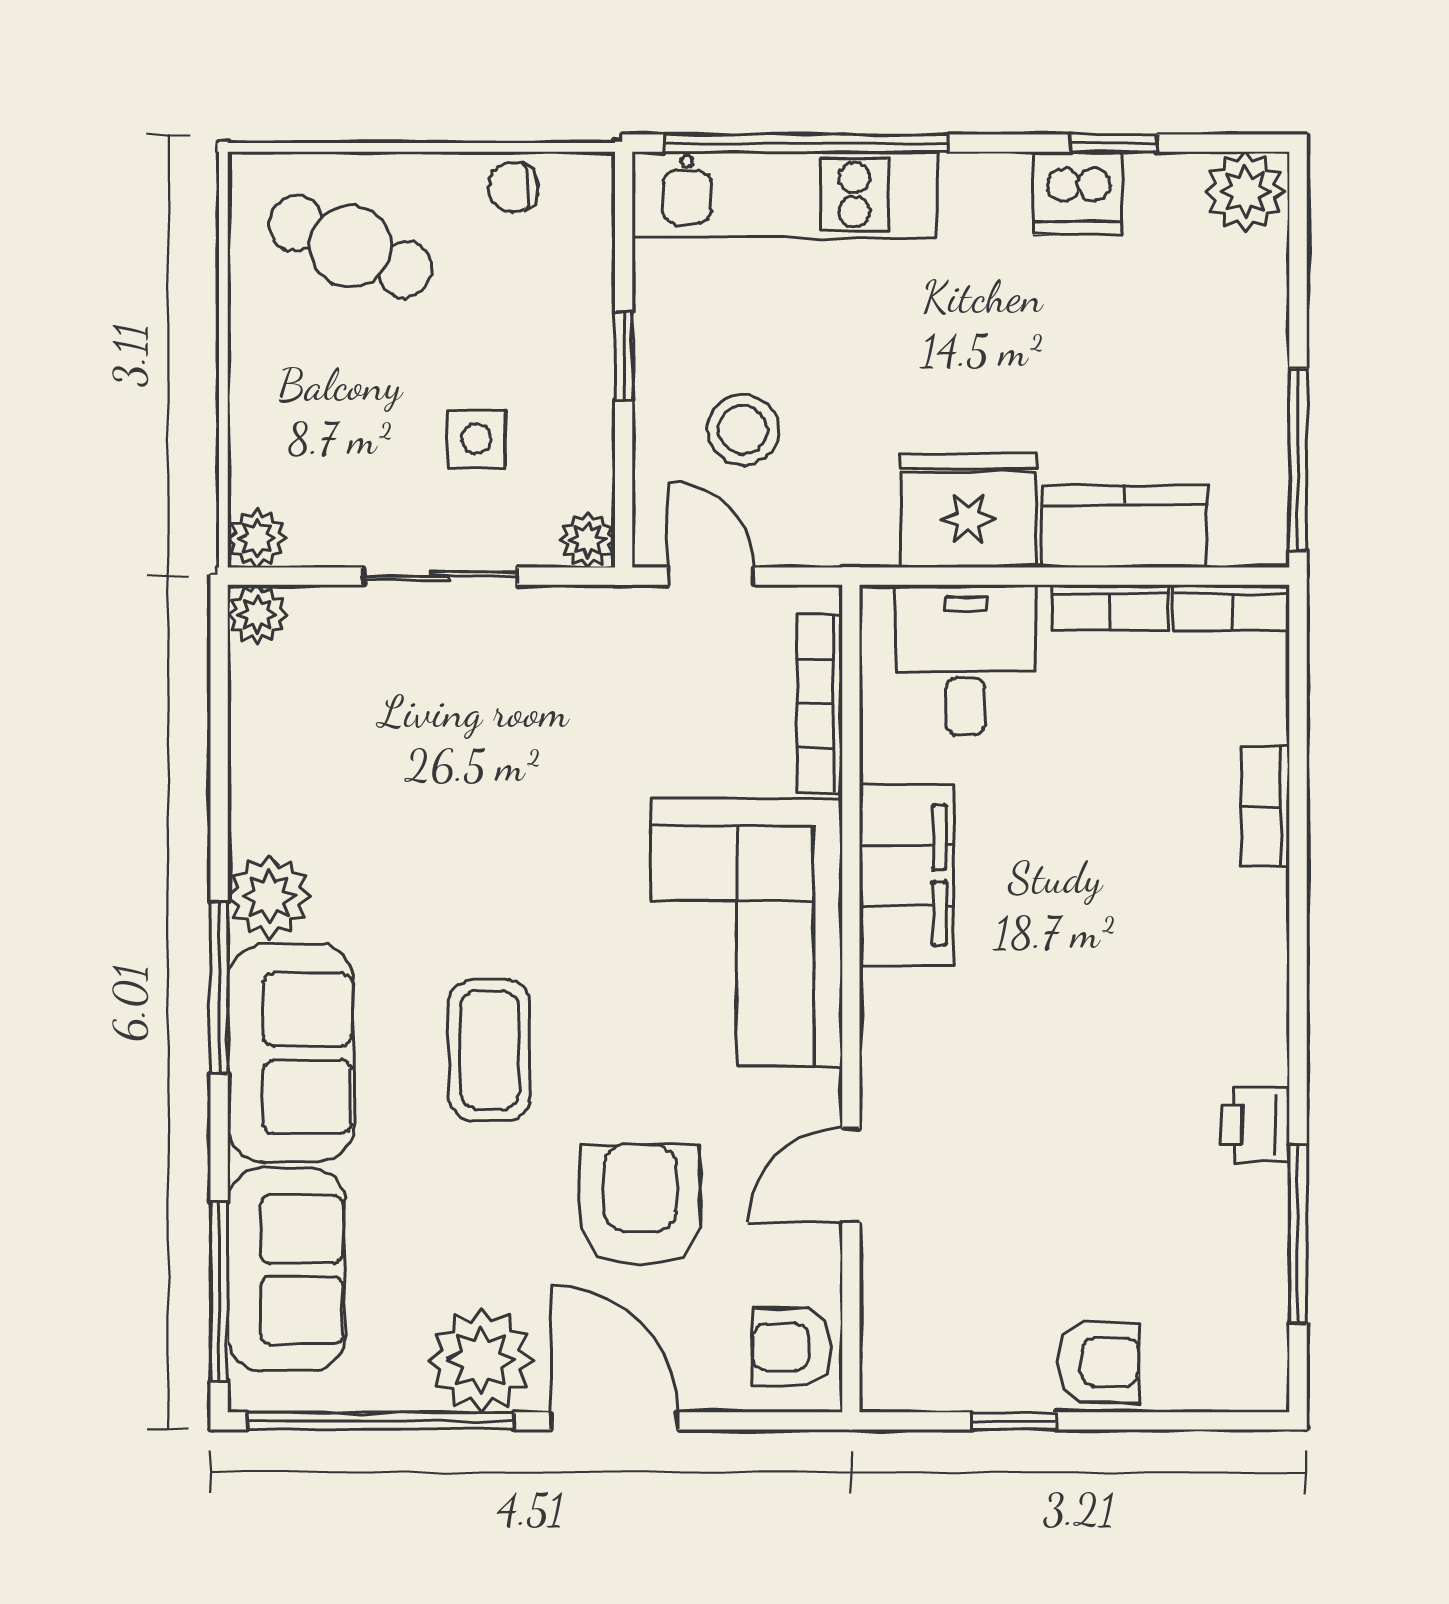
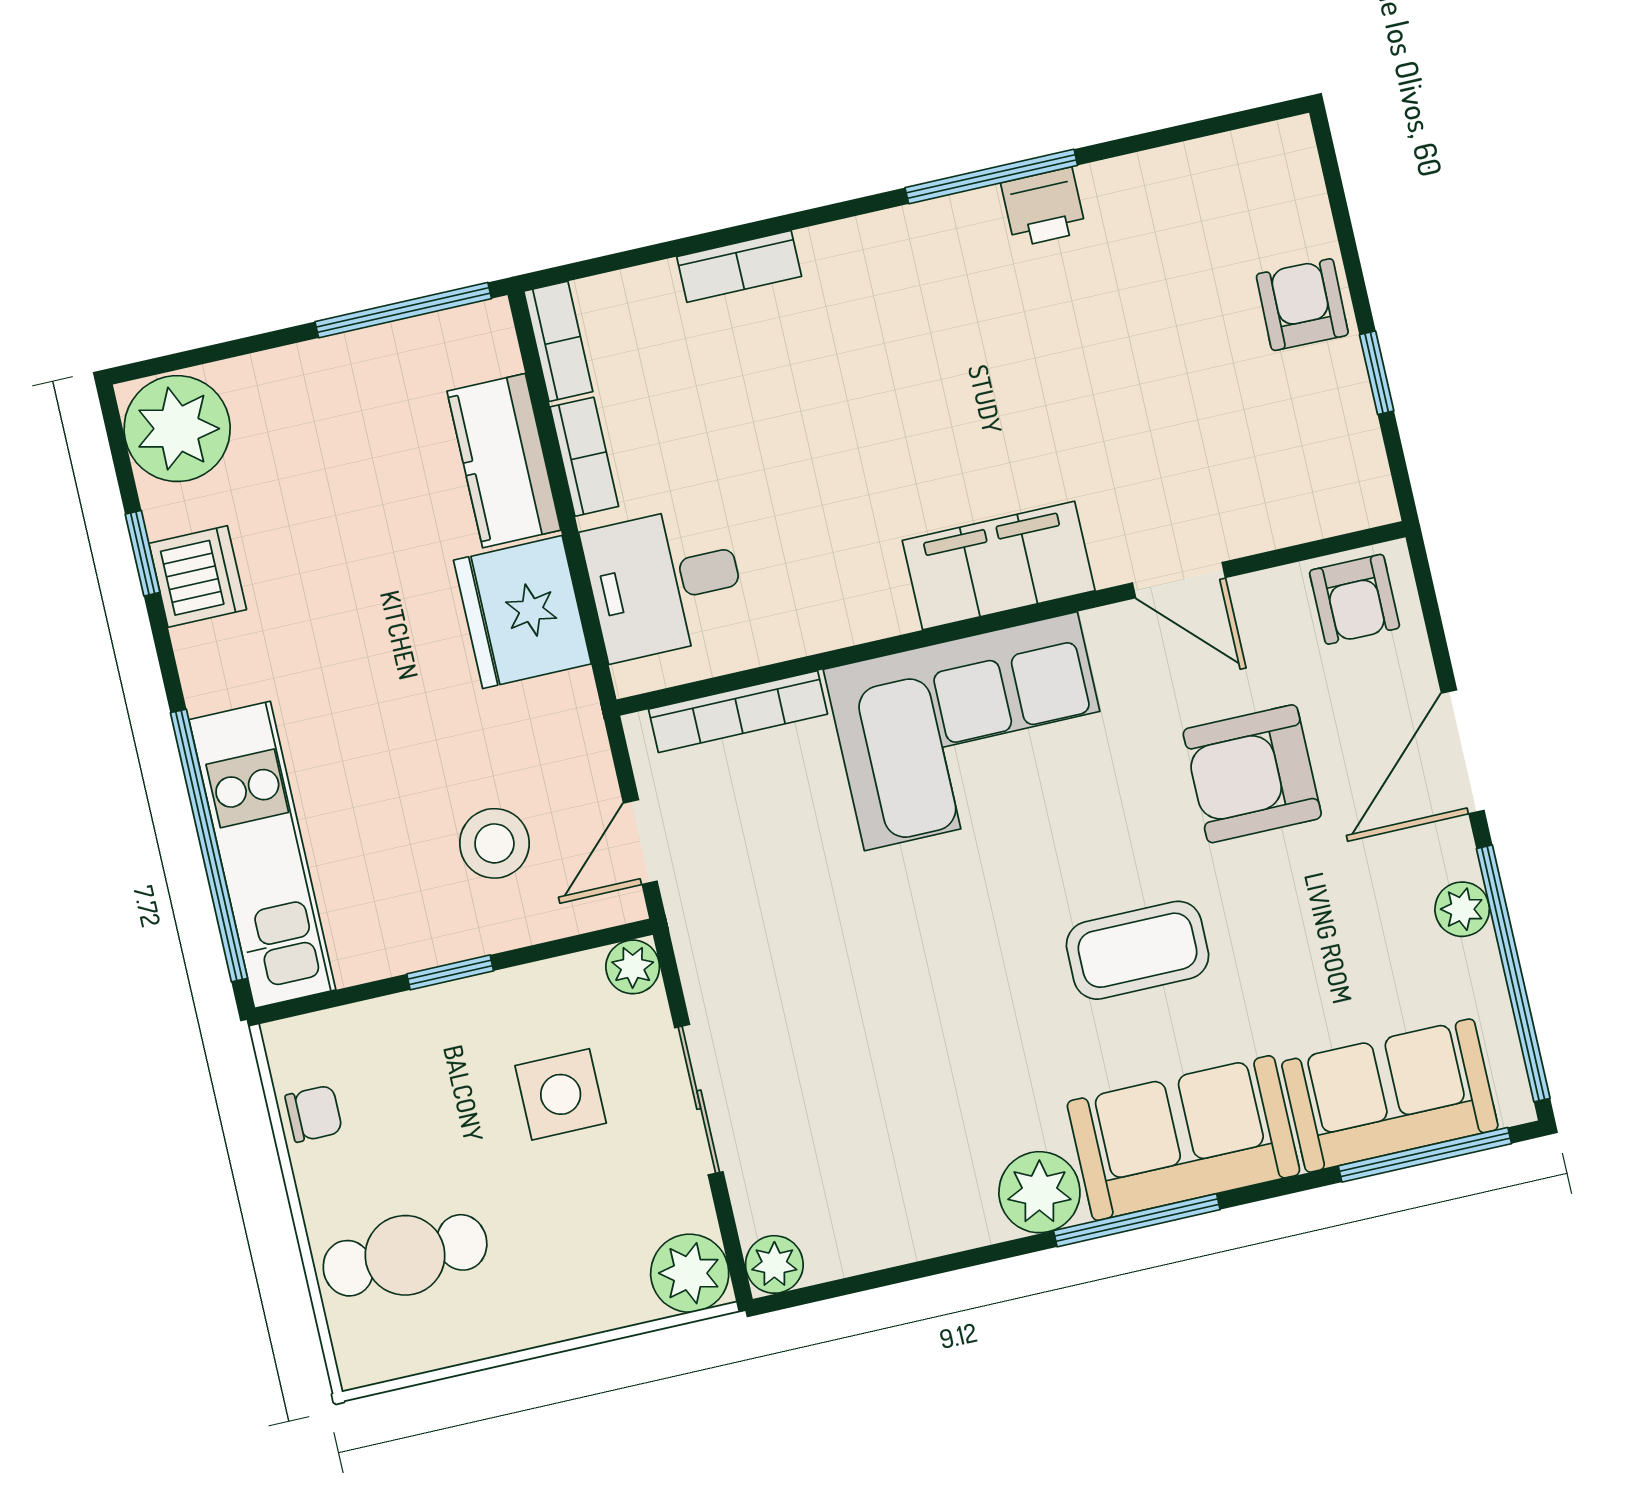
chair: (513, 187) -> (314, 1114), turned -90
plant: (1245, 192) -> (177, 429), width x1.36, depth x1.36
cafe table: (350, 246) -> (405, 1255), turned 67
side table: (476, 439) -> (561, 1094), width x1.37, depth x1.37
plant: (257, 538) -> (690, 1273), width x1.38, depth x1.38
filing cabinet: (906, 875) -> (999, 566), moved
window: (1298, 1234) -> (991, 176), moved
plant: (481, 1360) -> (1462, 909), width x0.53, depth x0.53

